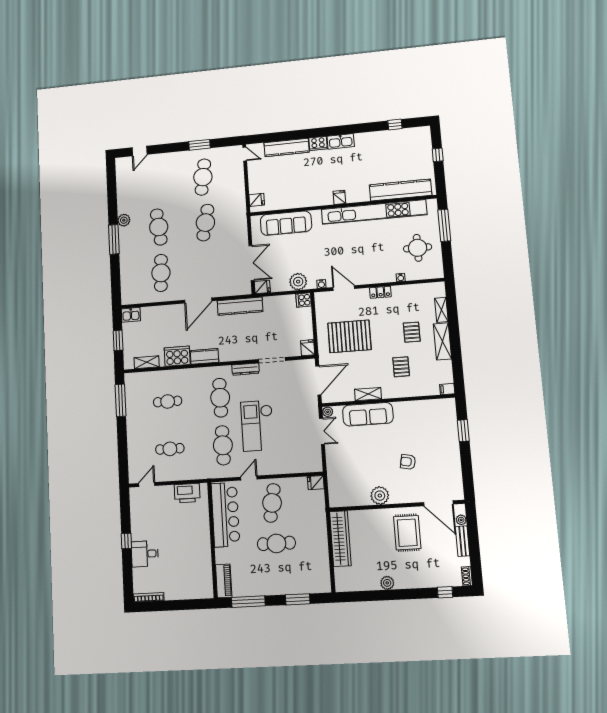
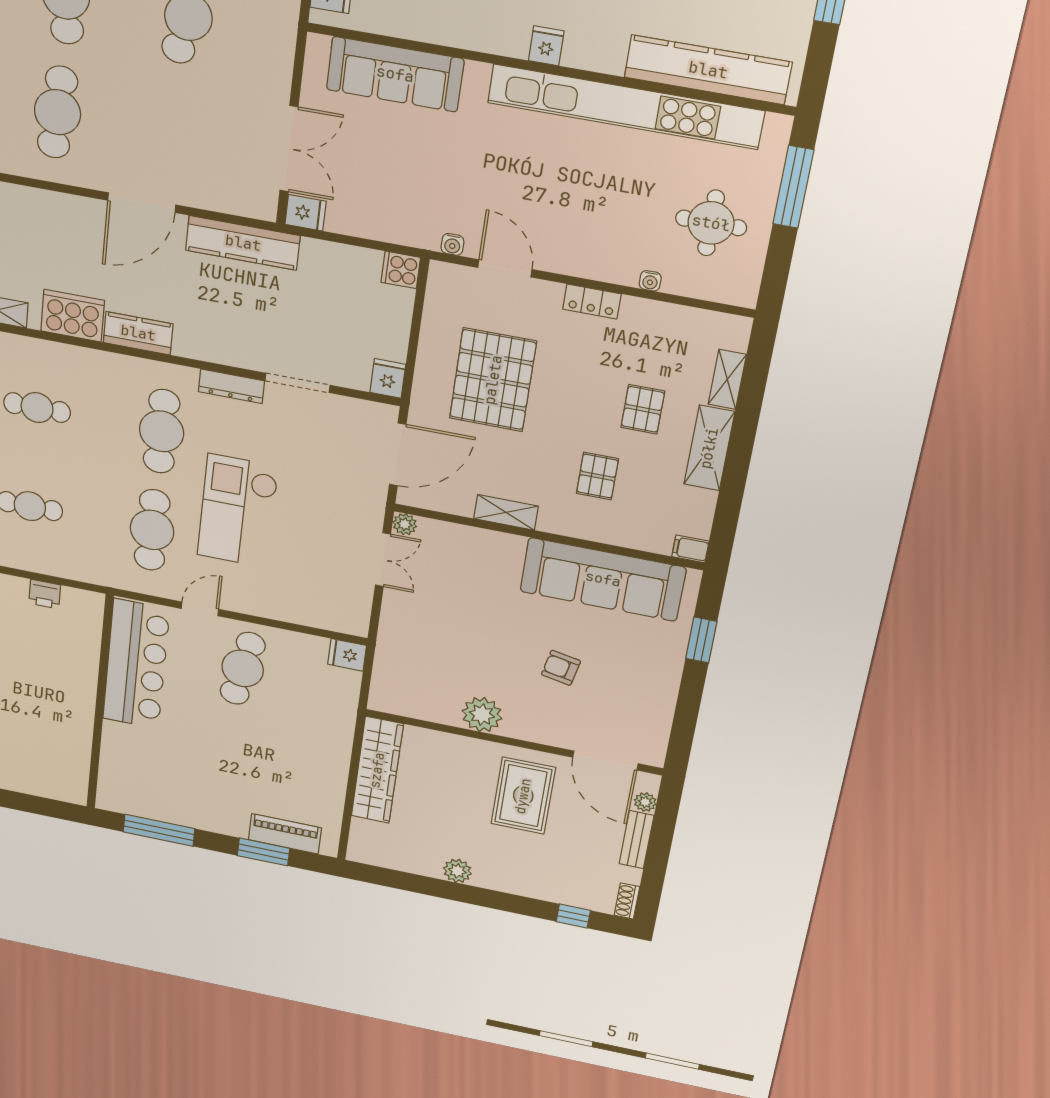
plant: (298, 282) -> (397, 224), removed
pallet: (349, 336) -> (493, 380), turned 90
sofa: (368, 414) -> (603, 579), moved, width x1.36, depth x1.27
printer: (187, 493) -> (45, 594), width x0.53, depth x0.68
cafe table: (276, 543) -> (238, 744), removed
piano: (224, 581) -> (285, 834), moved, turned -90

